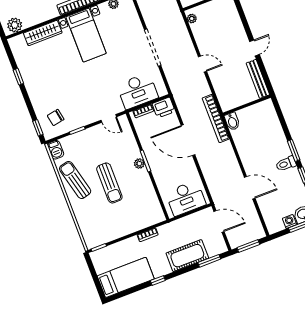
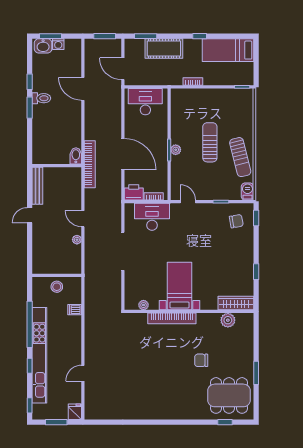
plant: (192, 19) -> (77, 240), moved
plant: (15, 25) -> (228, 320), moved
wardrobe: (43, 33) -> (236, 303), moved

